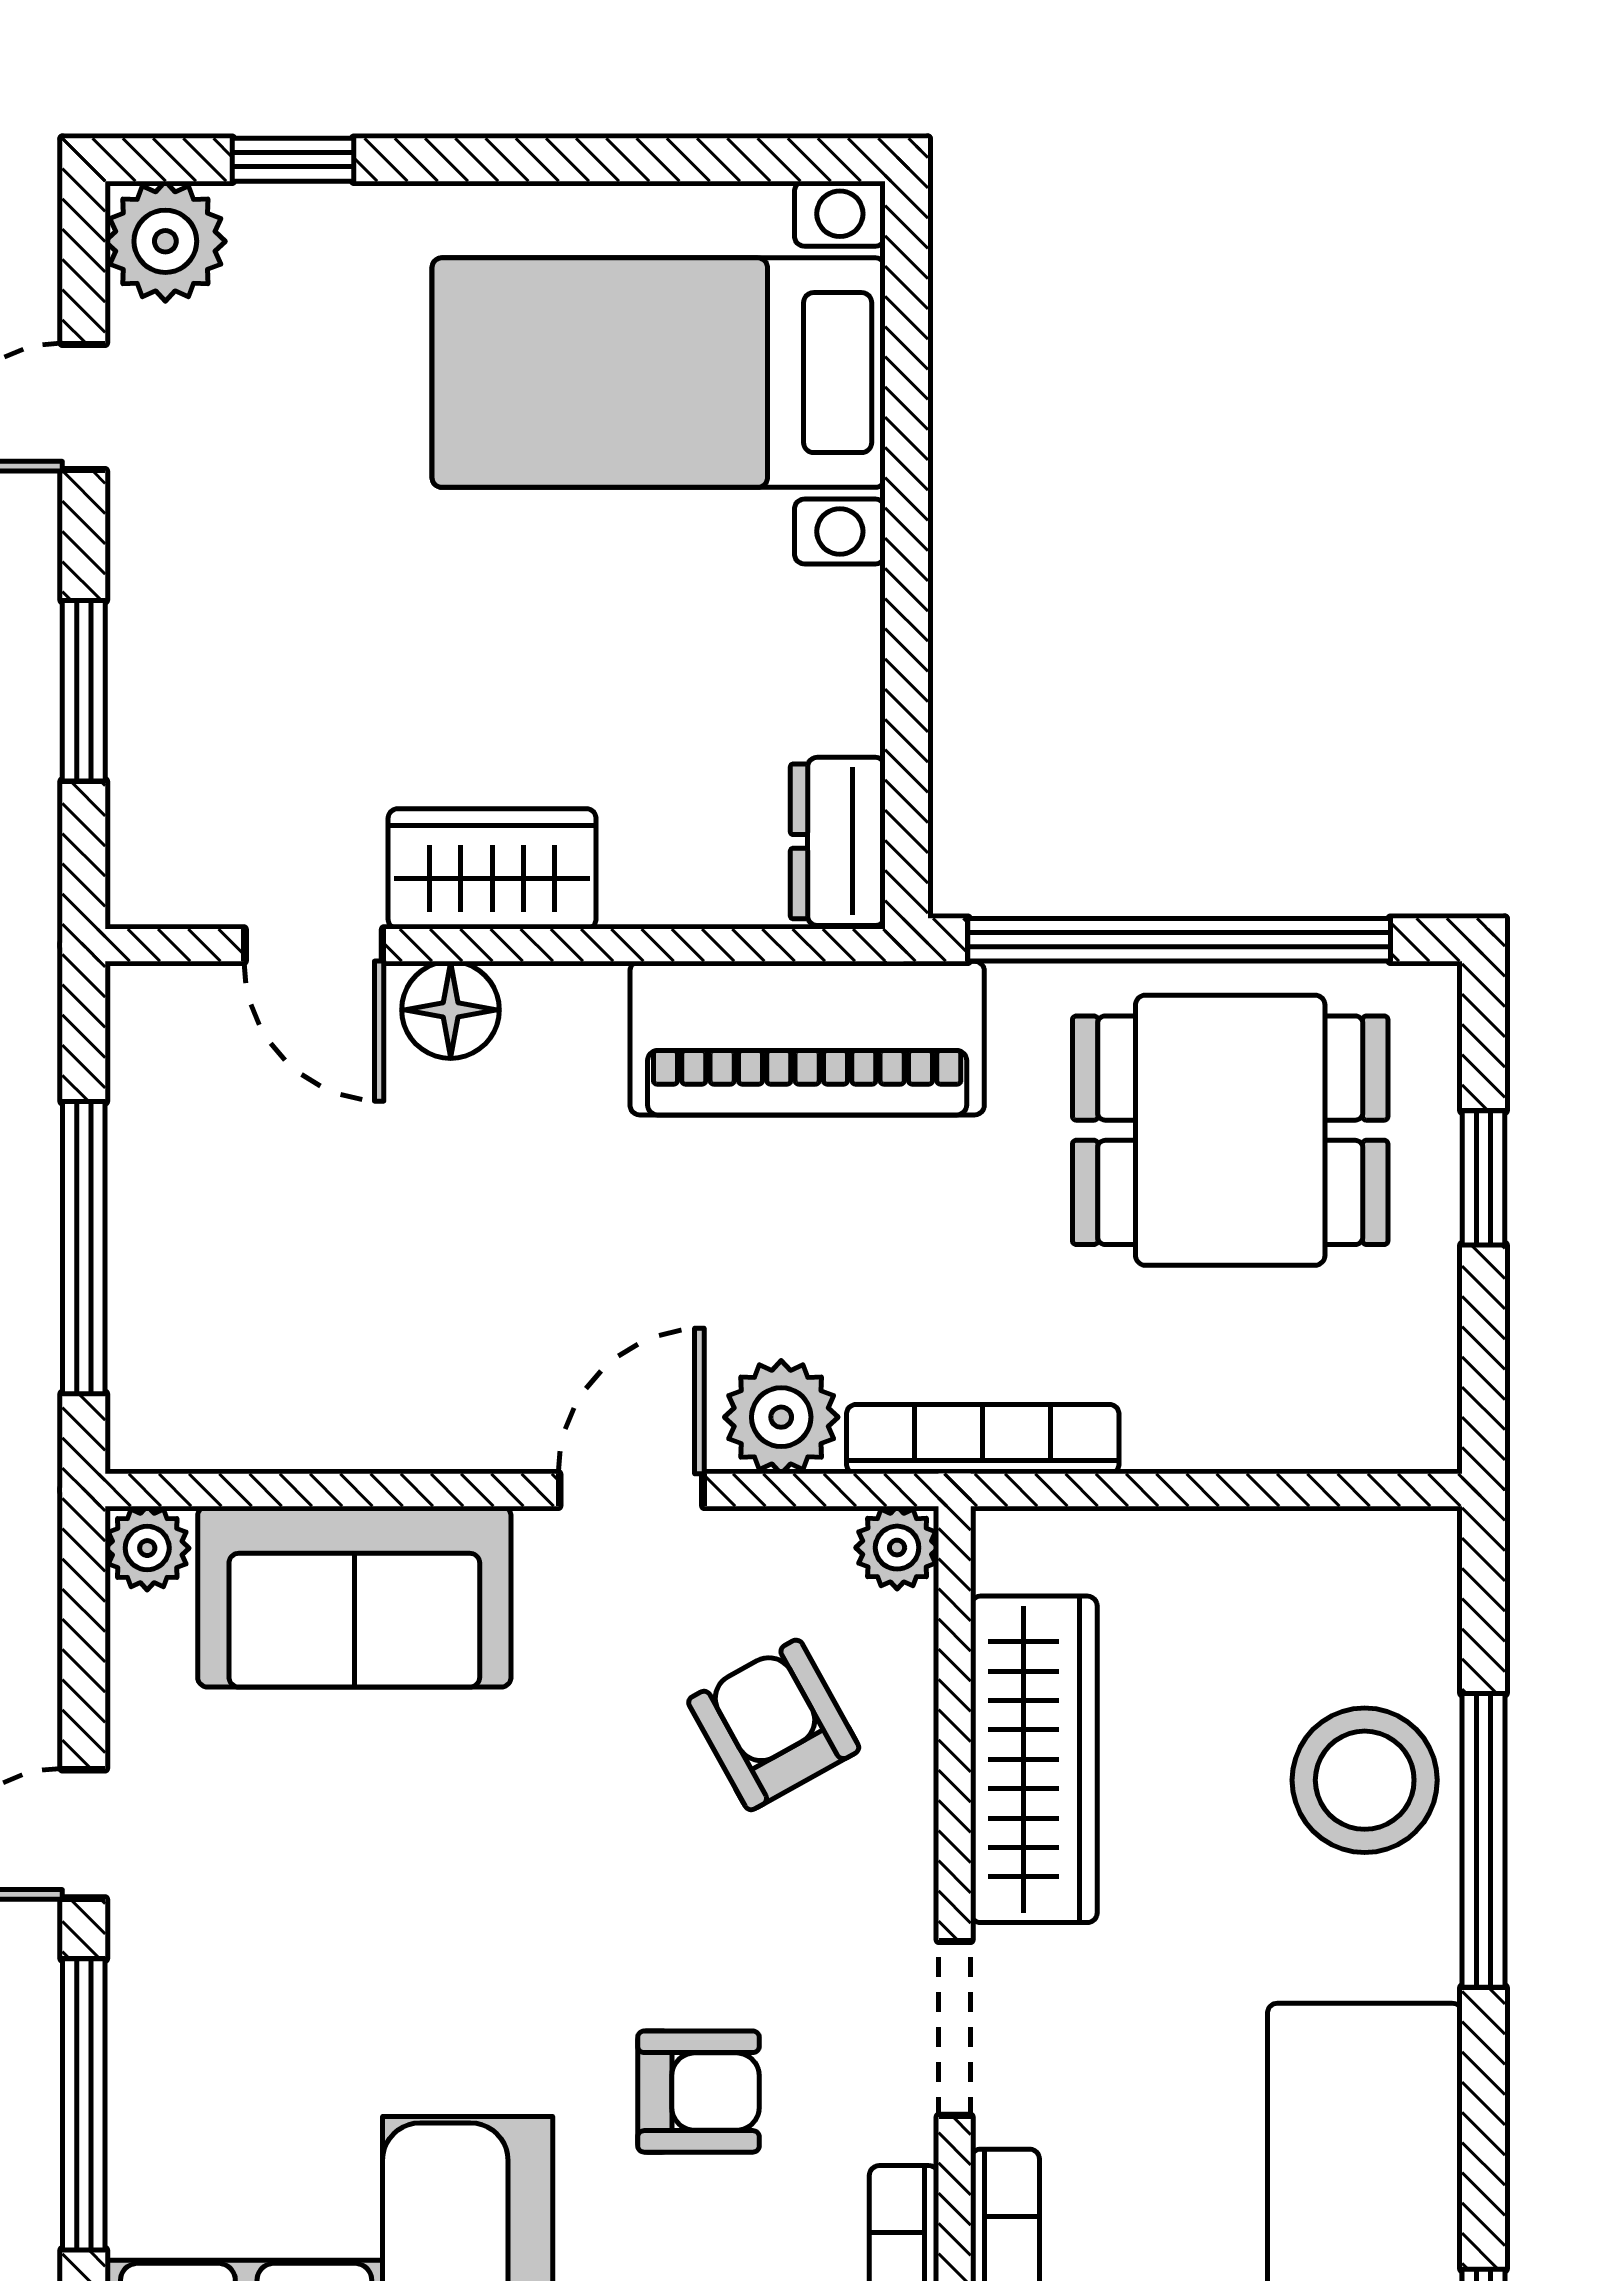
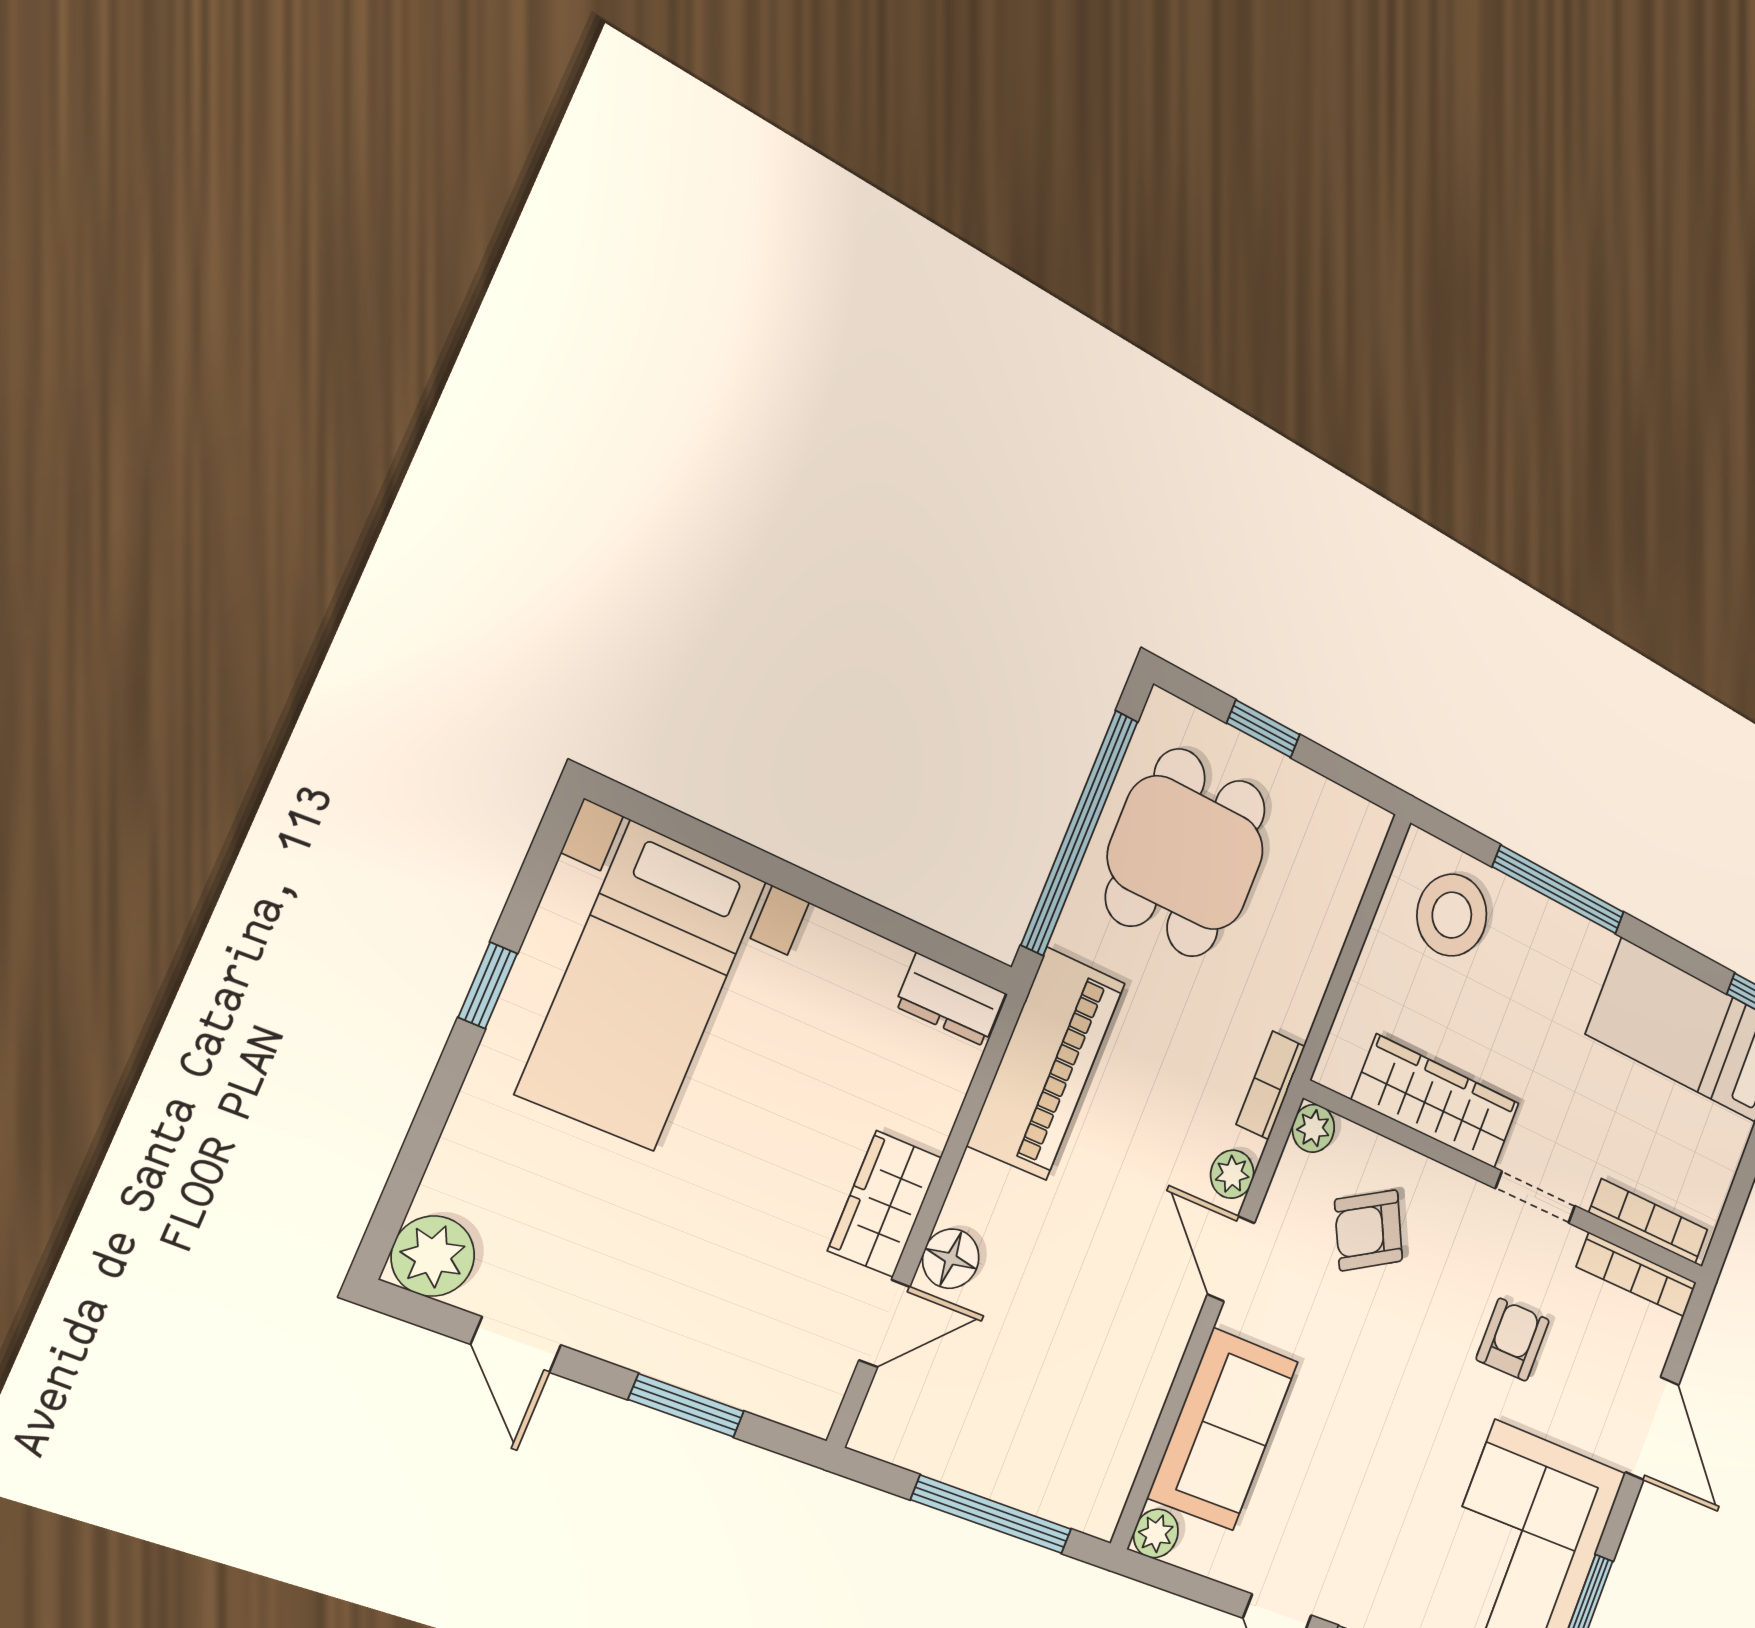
window: (293, 160) -> (488, 985), moved
plant: (781, 1417) -> (1232, 1174), width x0.73, depth x0.73
bookcase: (983, 1439) -> (1271, 1085), width x0.64
stool: (1365, 1780) -> (1452, 915), moved

